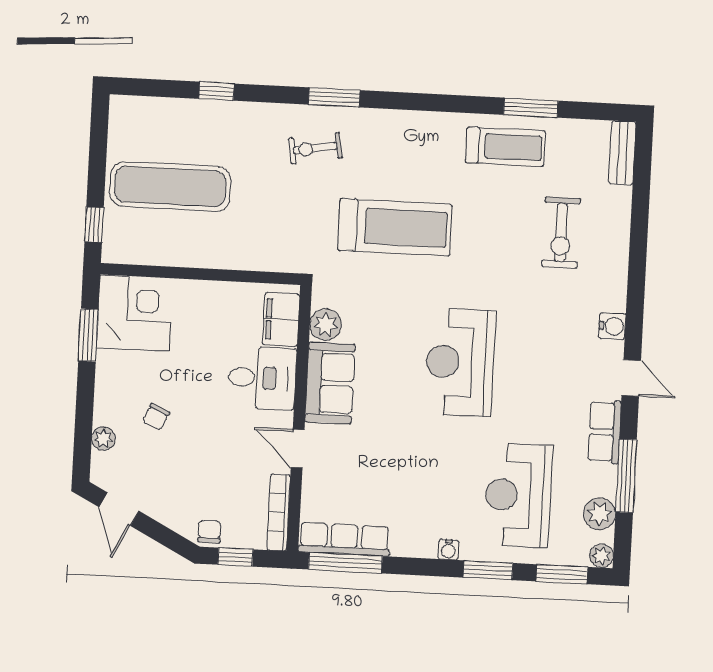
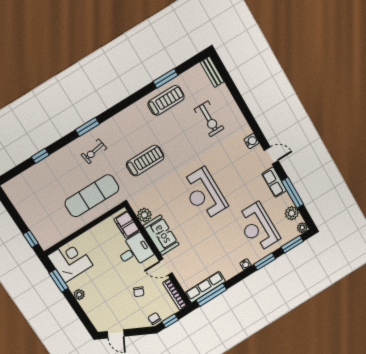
exercise mat: (170, 186) -> (92, 196), moved
treadmill: (395, 227) -> (145, 161), width x0.73, depth x0.73
chair: (156, 417) -> (139, 292), moved
plant: (103, 439) -> (79, 295), moved

